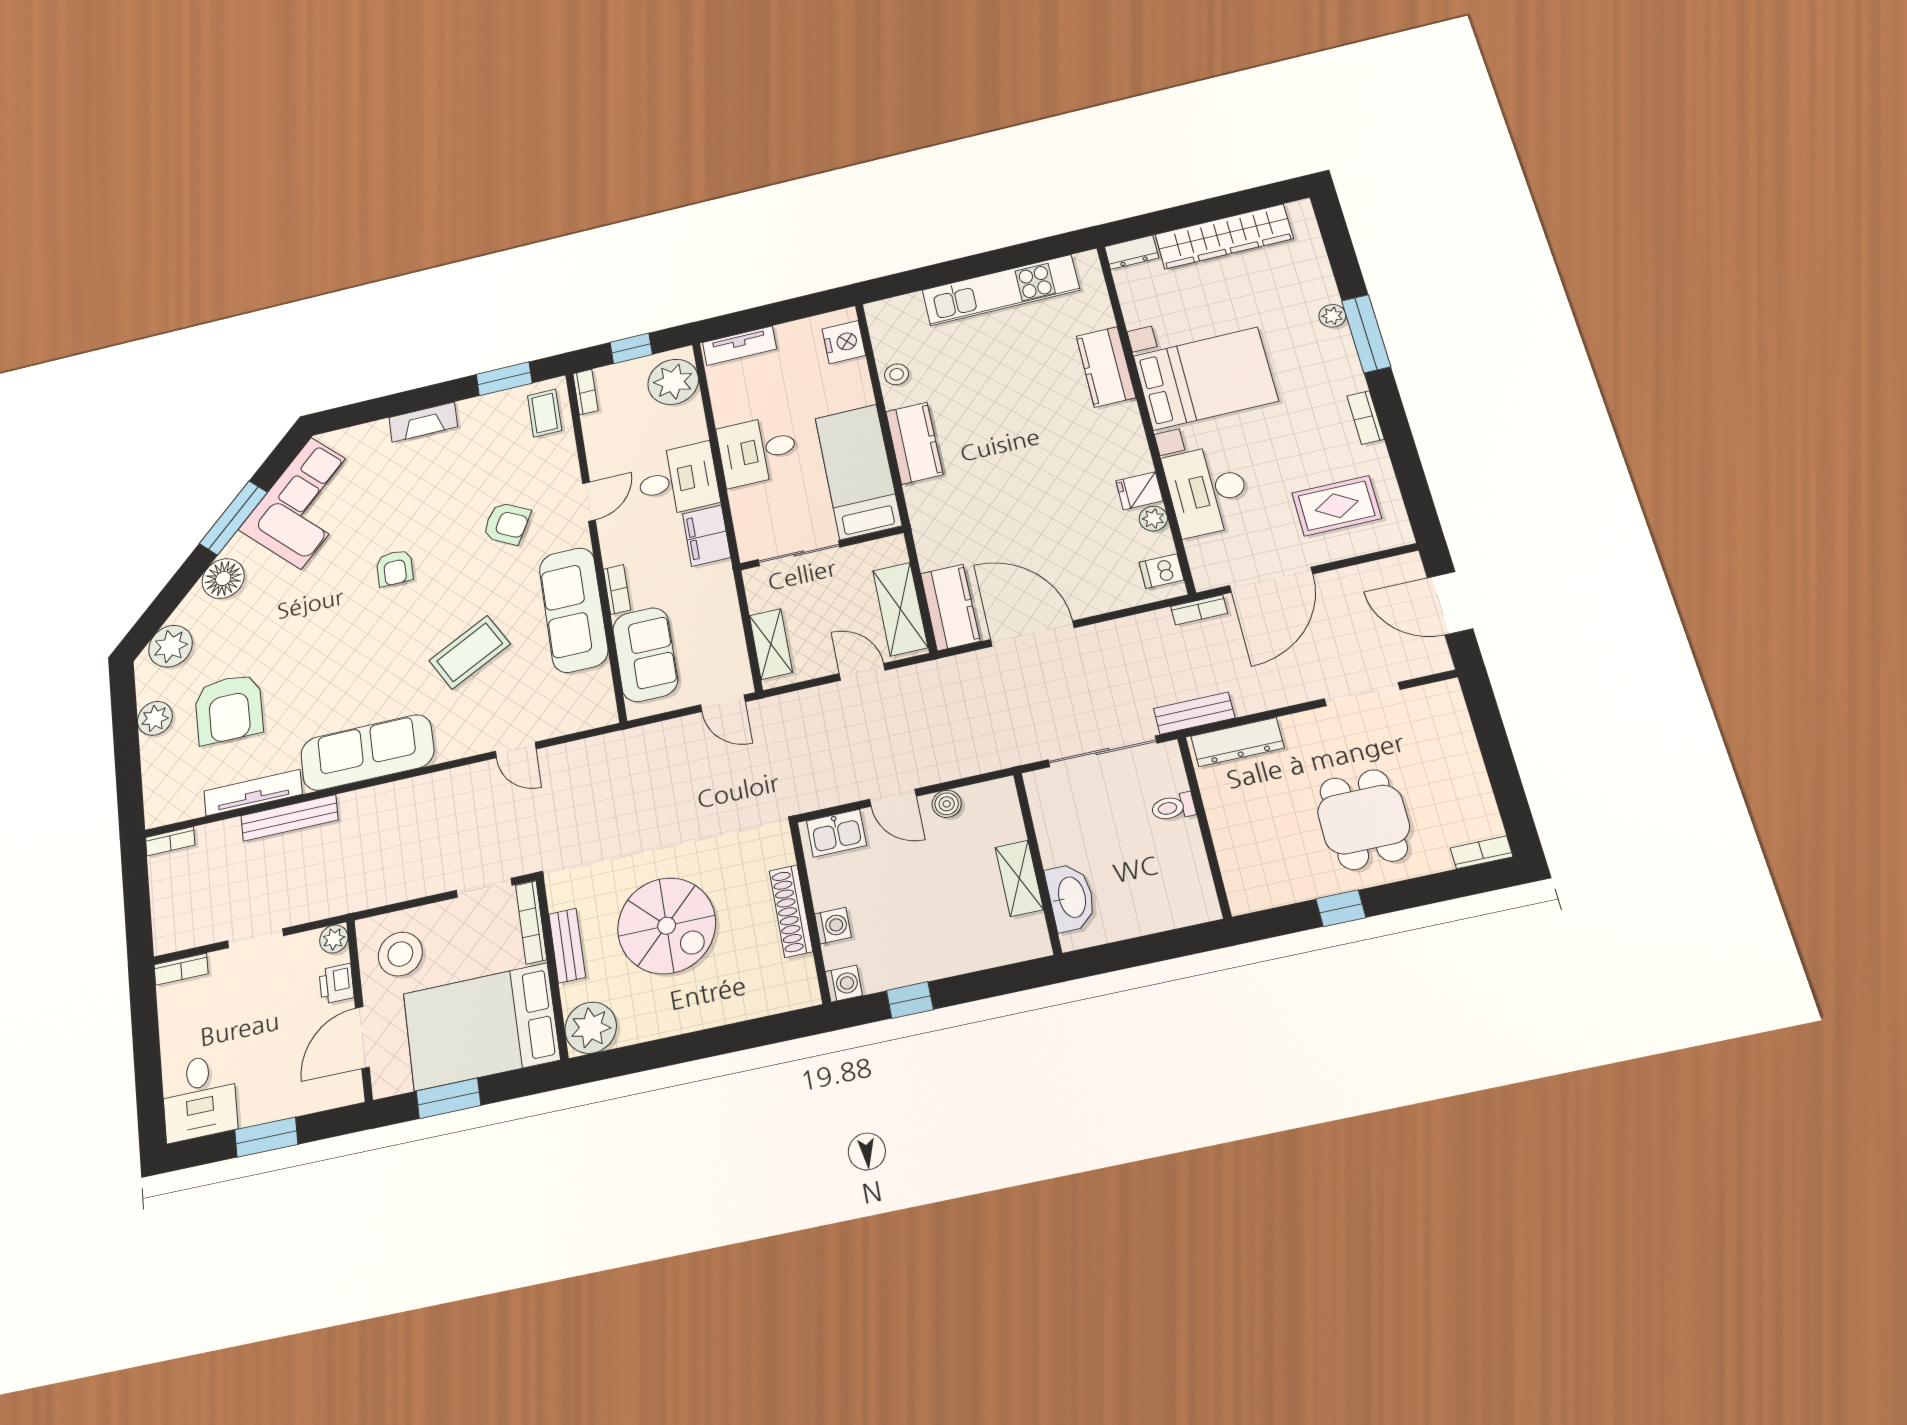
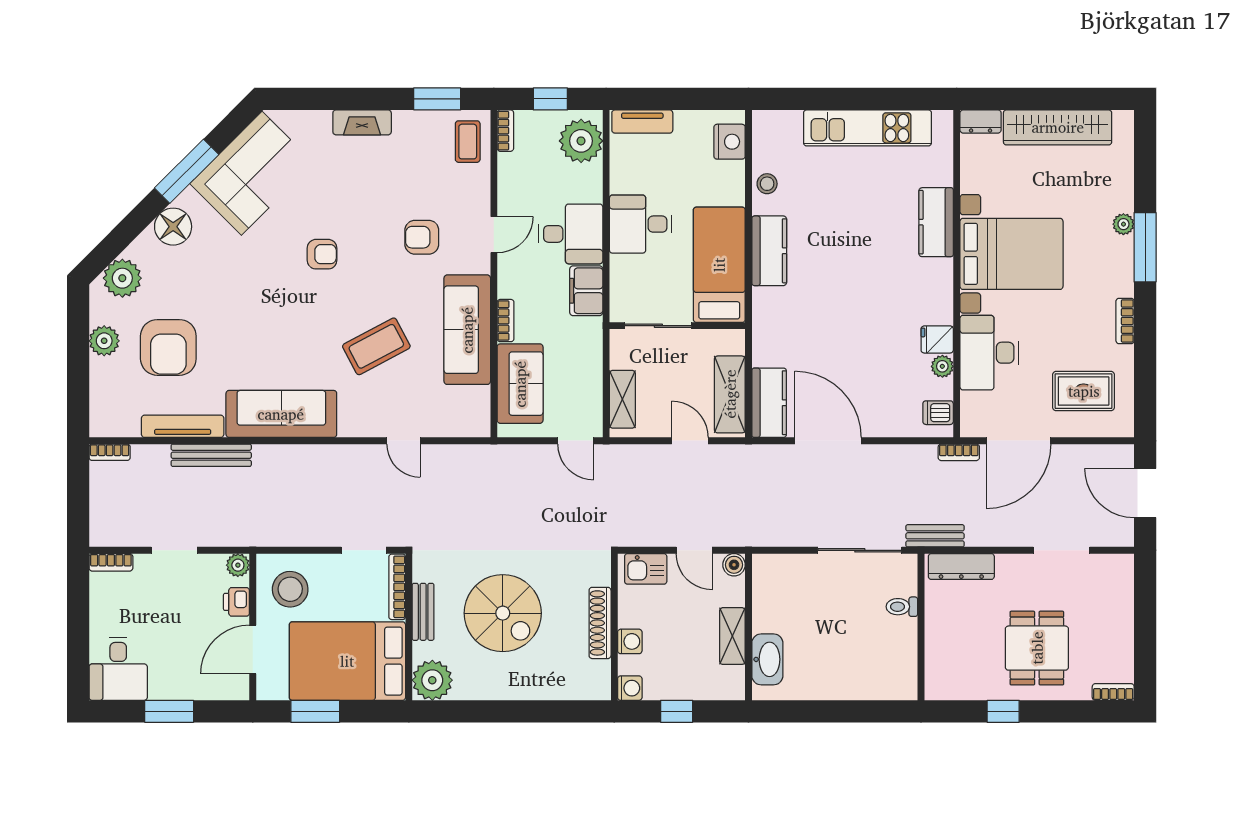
armchair: (507, 524) -> (422, 237), turned 152
armchair: (395, 568) -> (322, 254), turned -90
wall: (1037, 863) -> (748, 627), moved
shelving: (1019, 878) -> (732, 636), moved
washbasin: (1071, 897) -> (767, 659), moved

